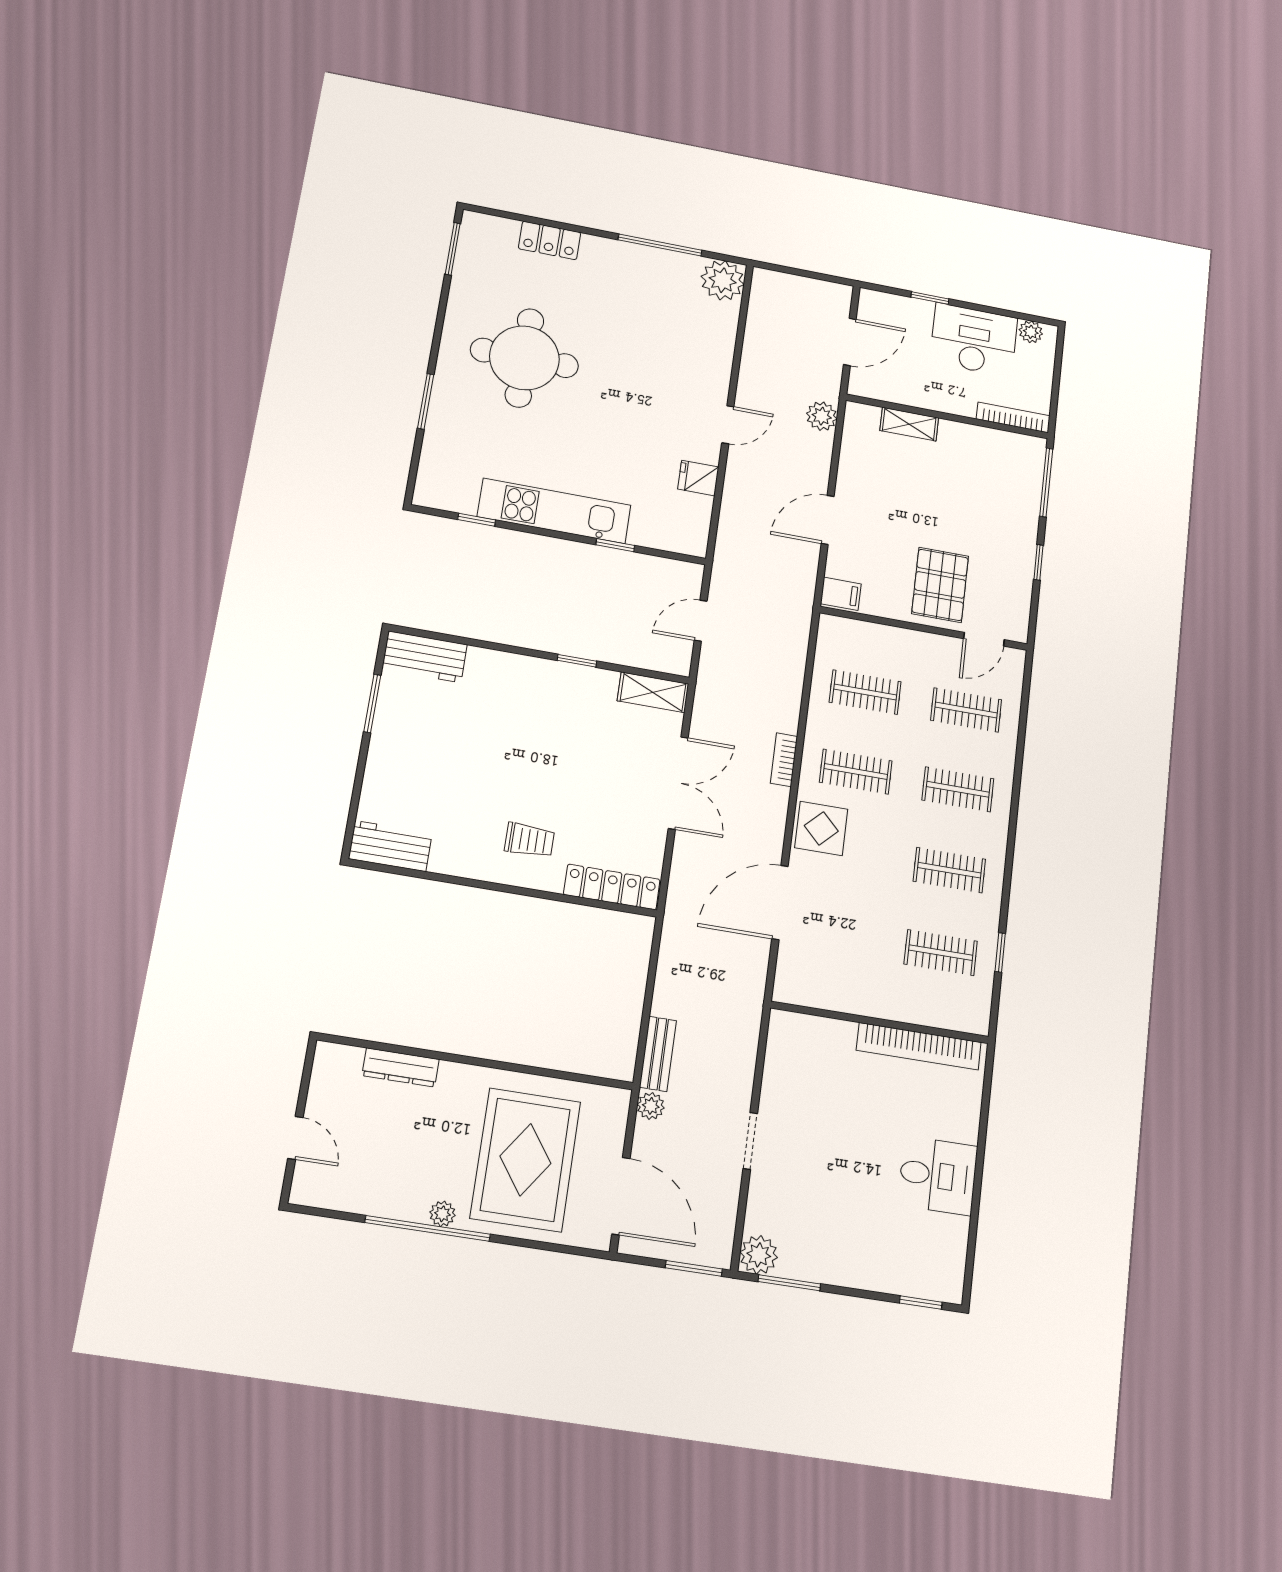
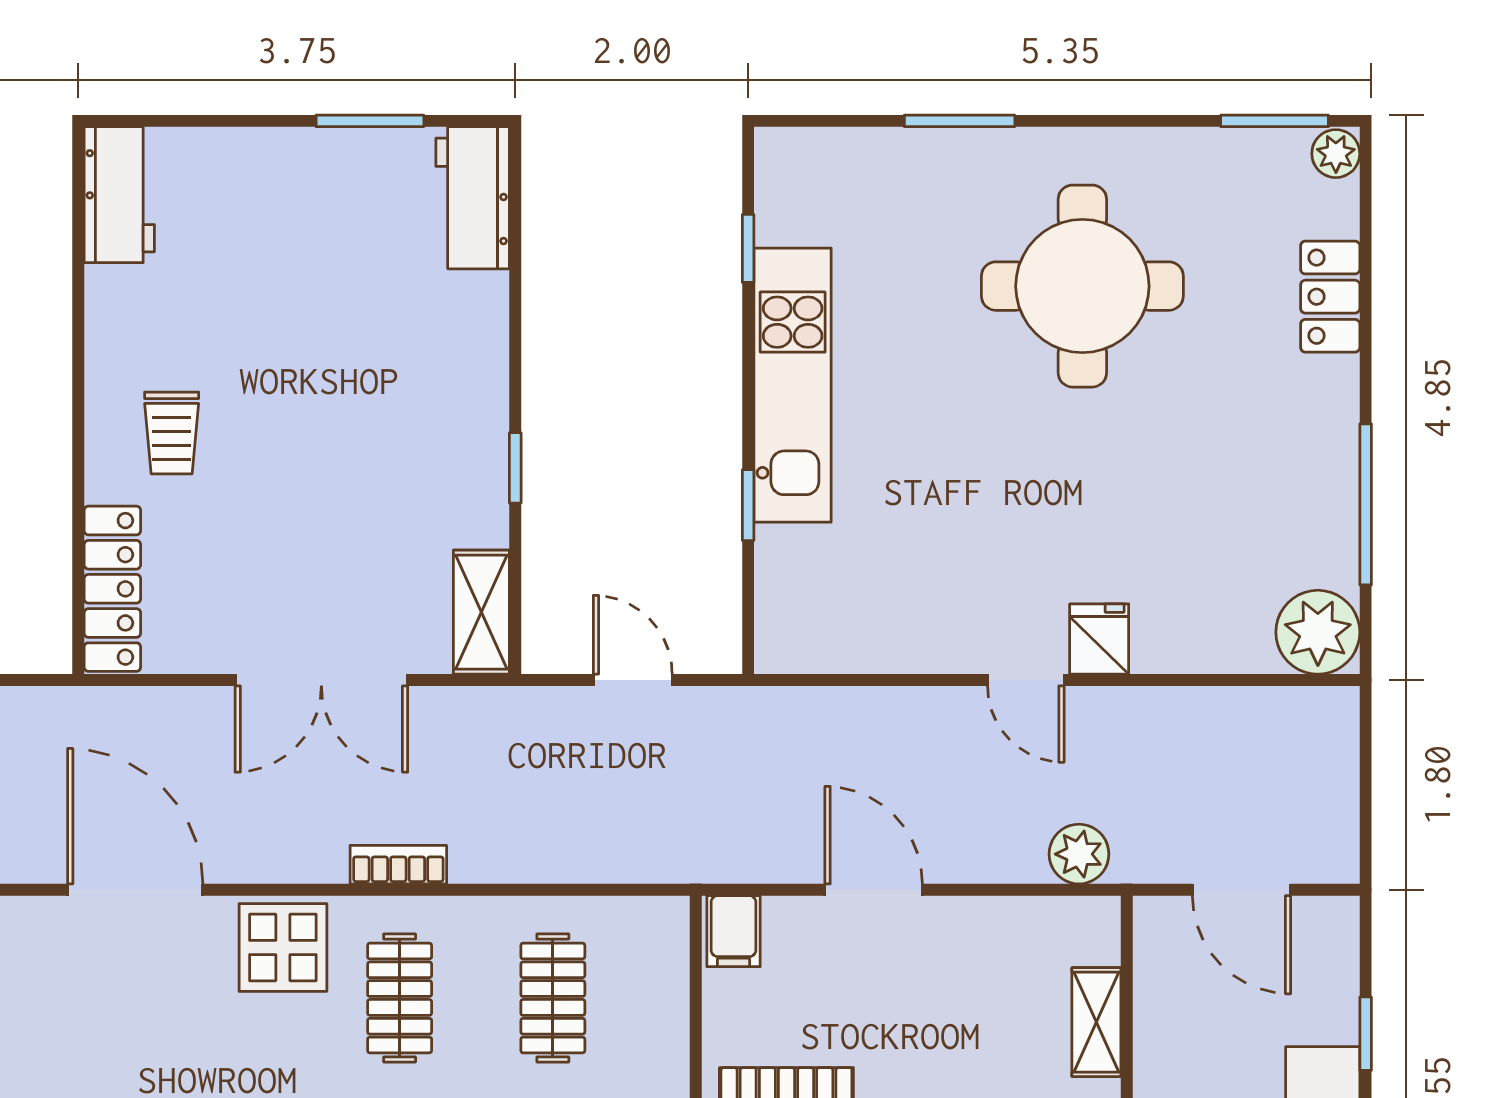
plant: (475, 223) -> (1336, 154), added
fridge: (698, 478) -> (1099, 639), moved

